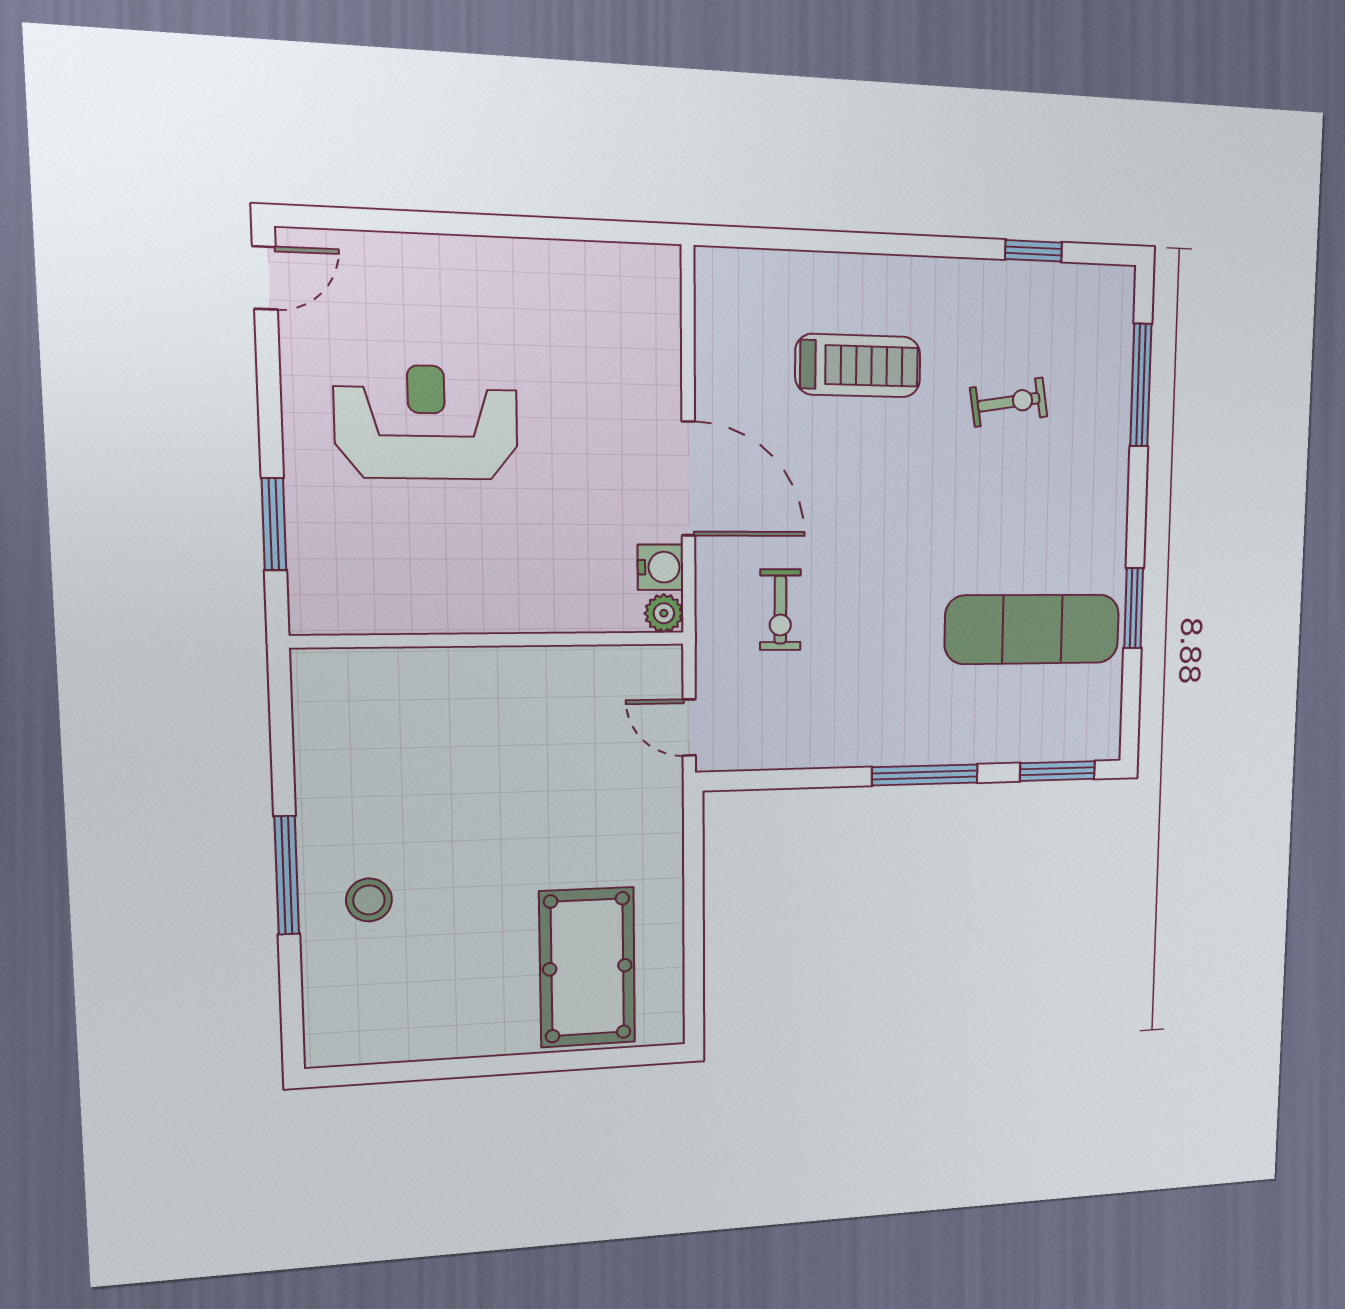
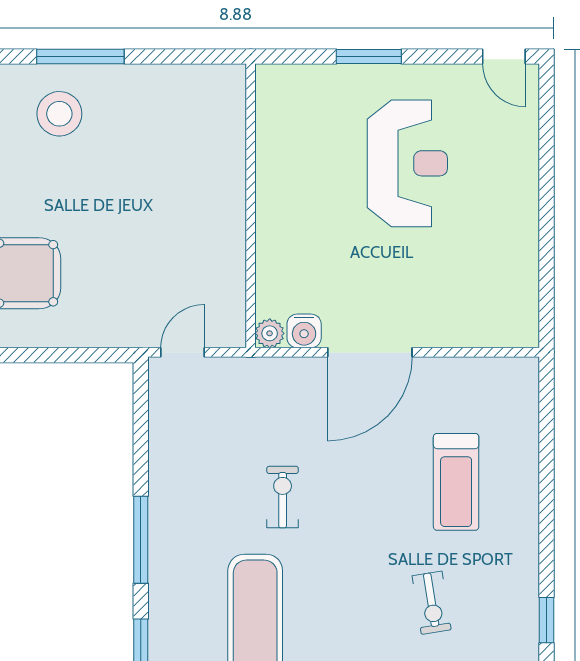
window: (274, 524) -> (369, 57), moved
exercise bike: (780, 610) -> (283, 497), moved, turned 90
stool: (369, 900) -> (59, 114), width x1.38, depth x1.38

